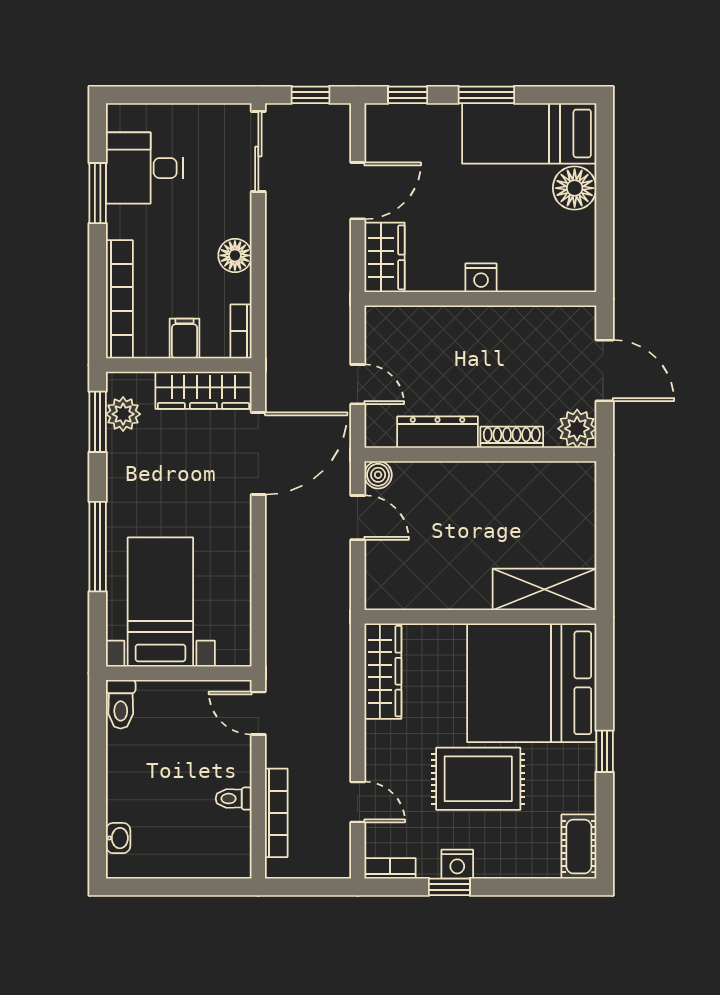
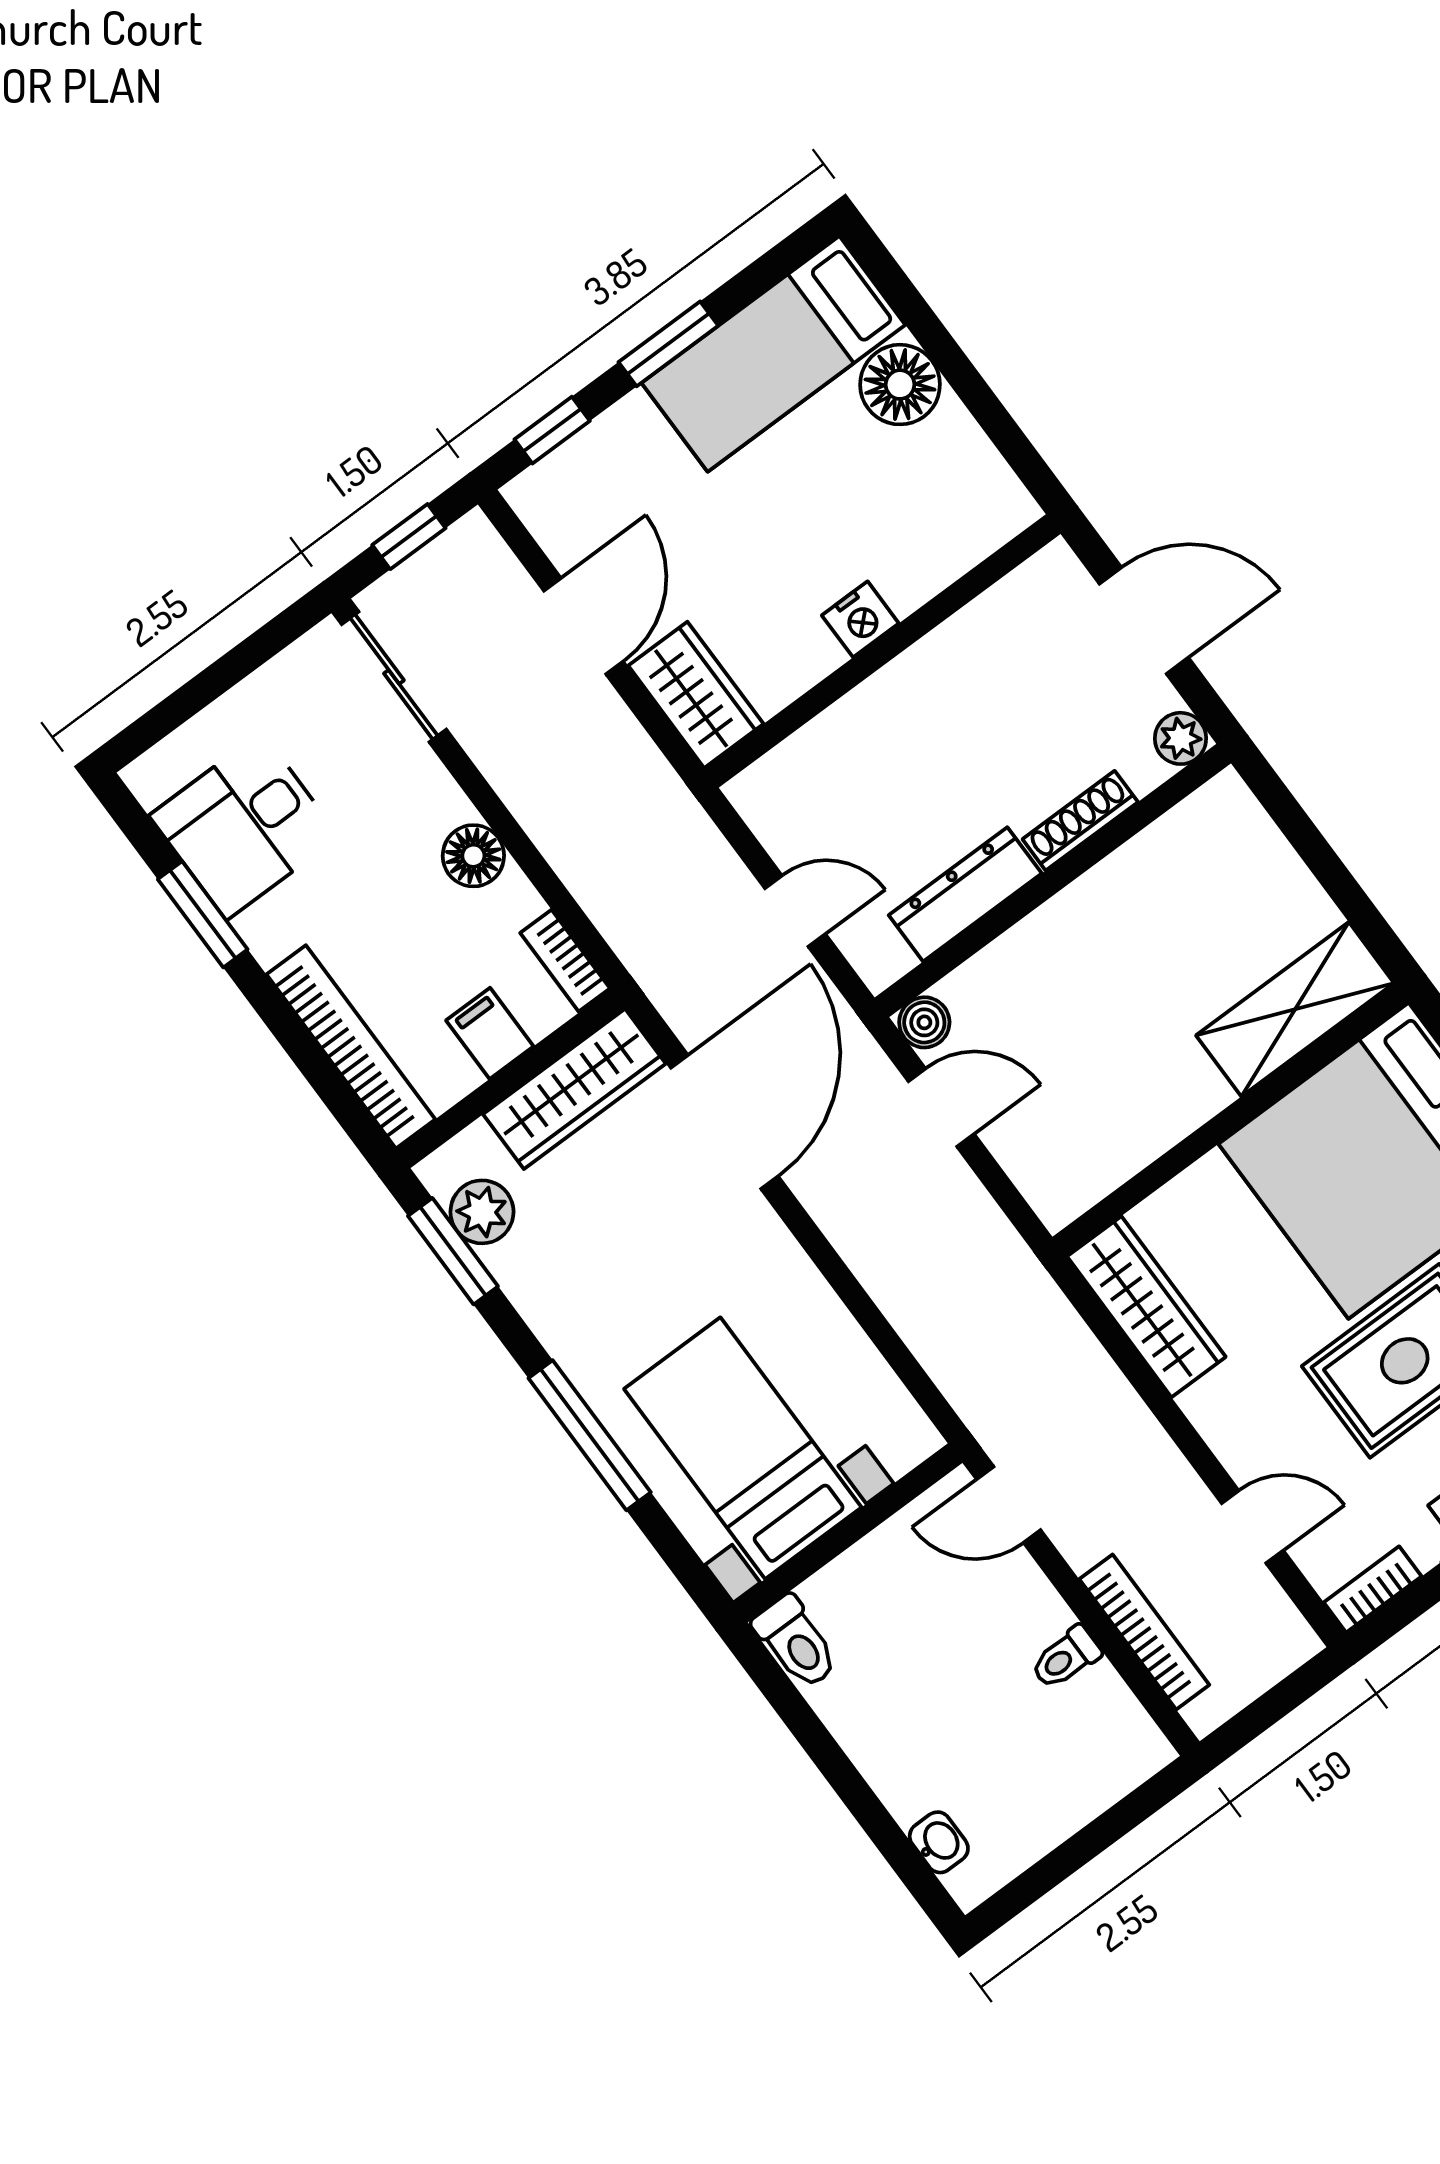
plant: (577, 429) -> (1181, 738), width x0.73, depth x0.73

